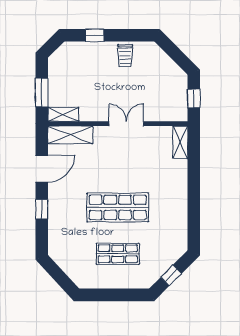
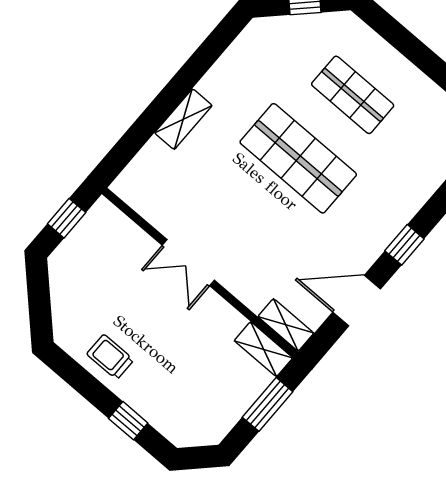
trolley: (125, 56) -> (110, 357), turned -90
shelving: (70, 135) -> (286, 325), width x0.67, depth x0.75
shelving: (180, 142) -> (183, 119), moved

